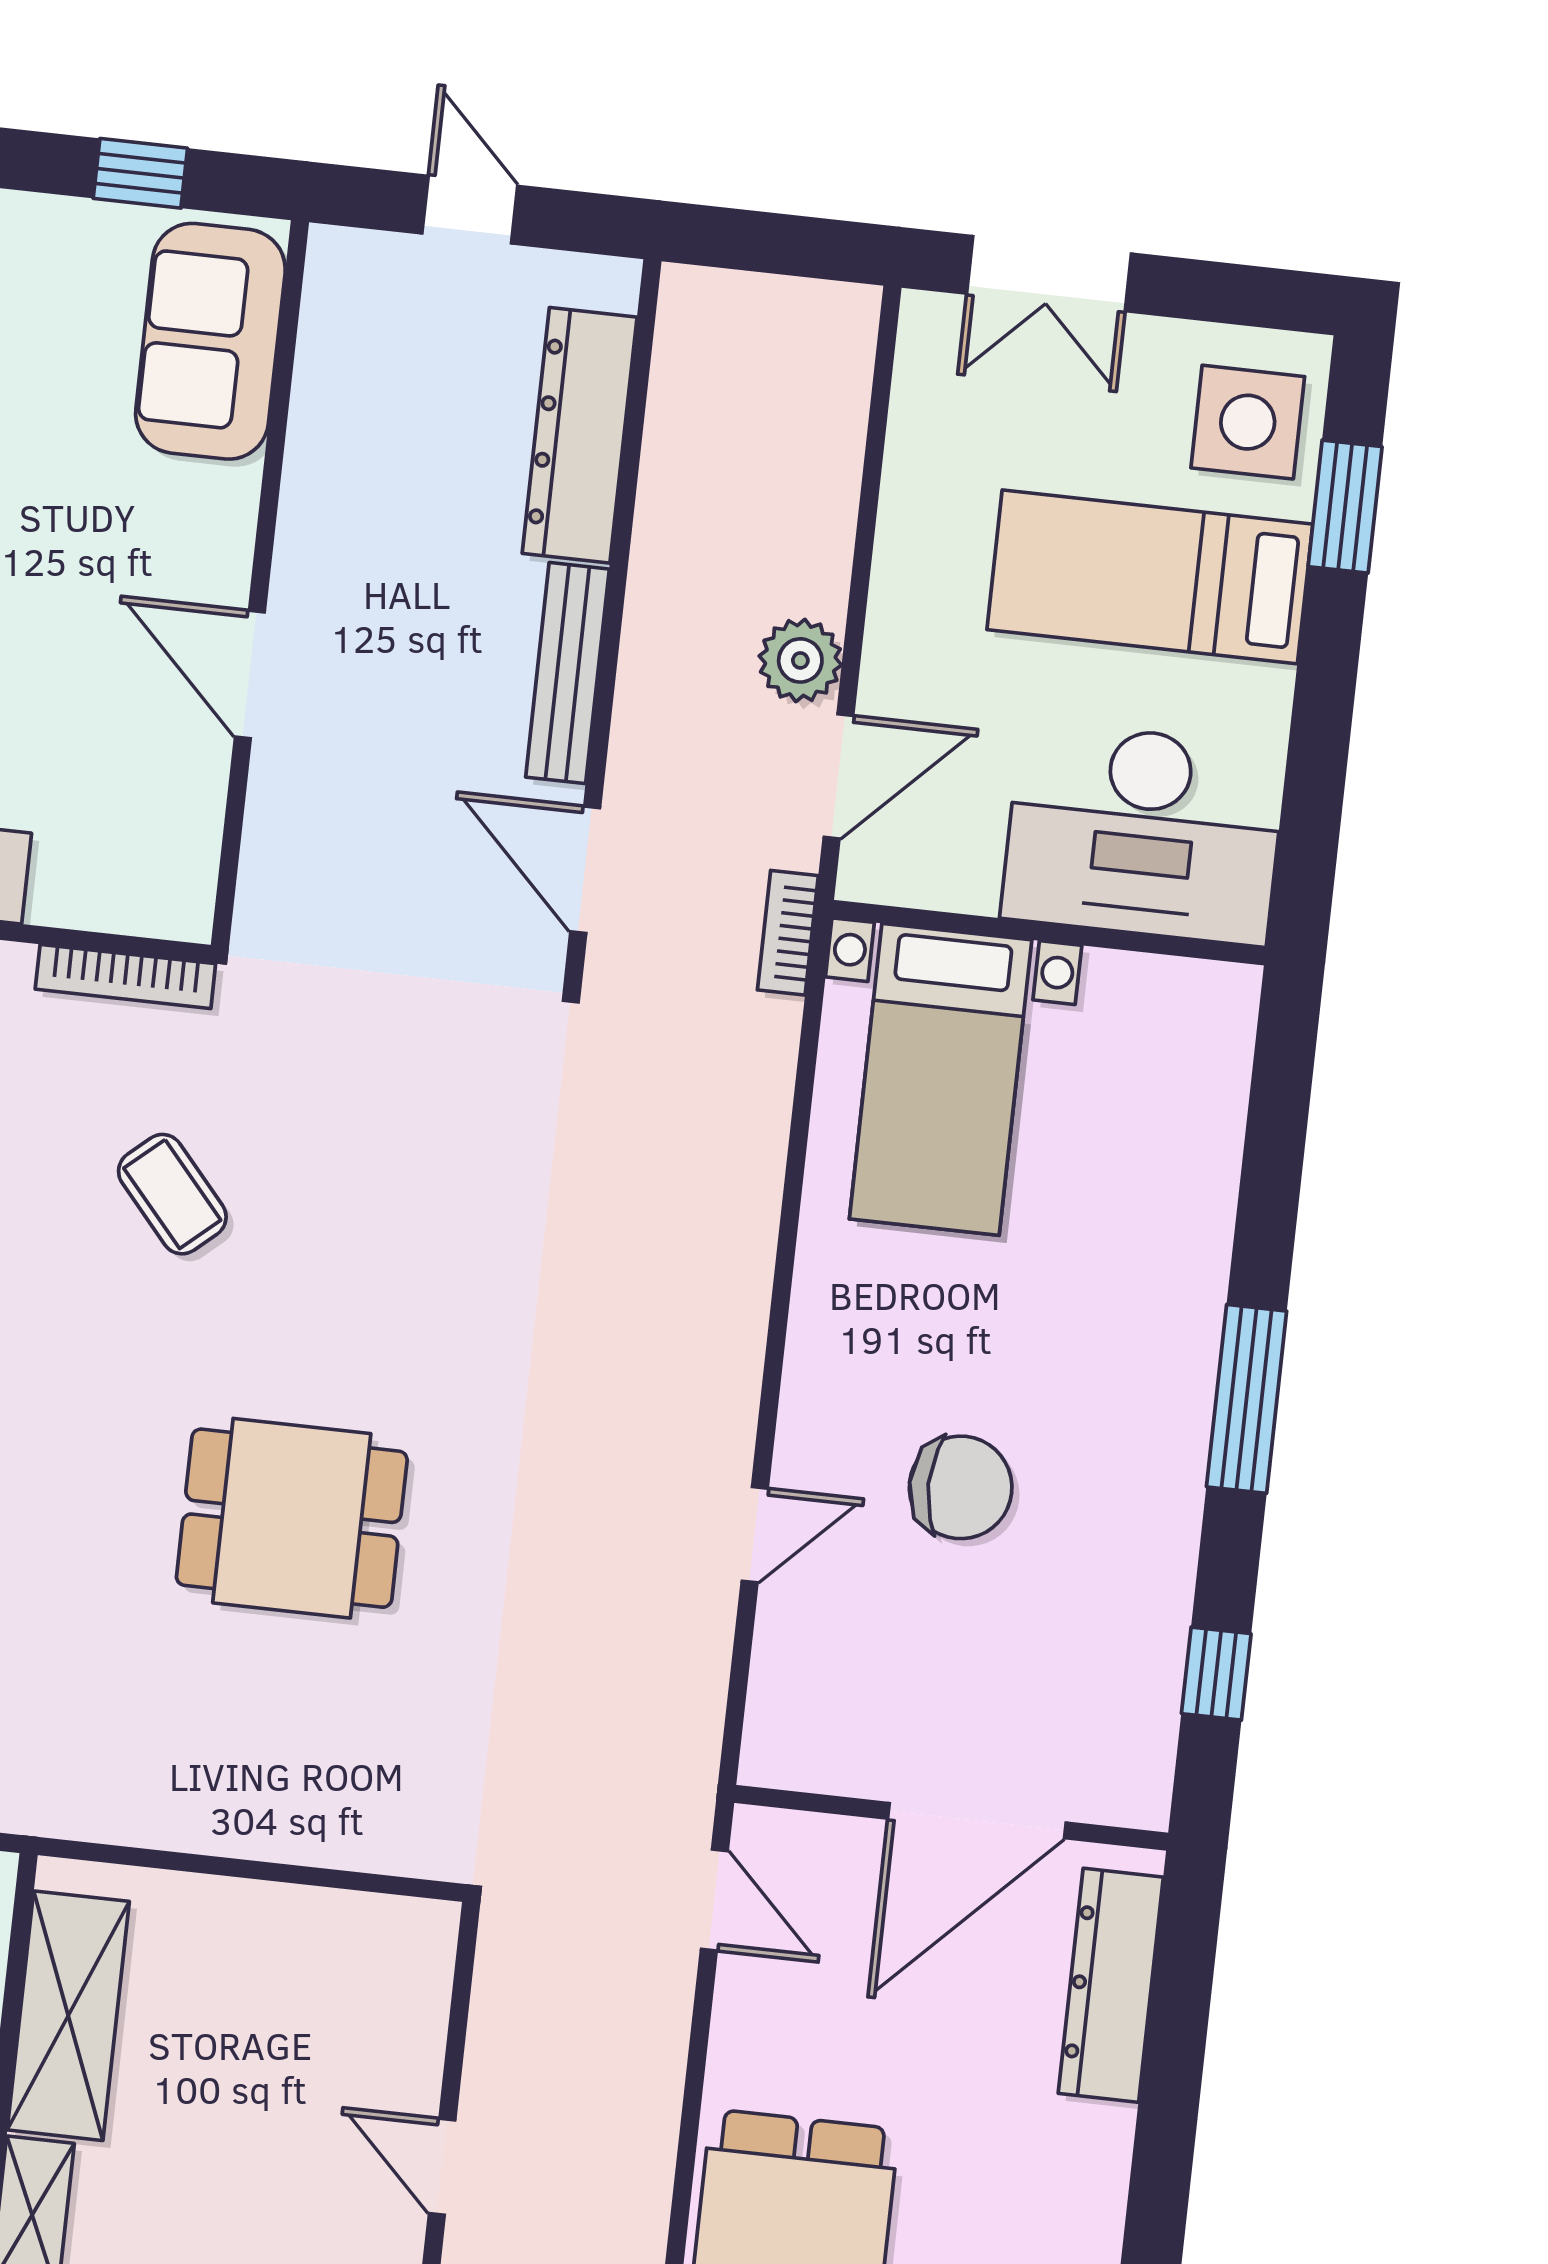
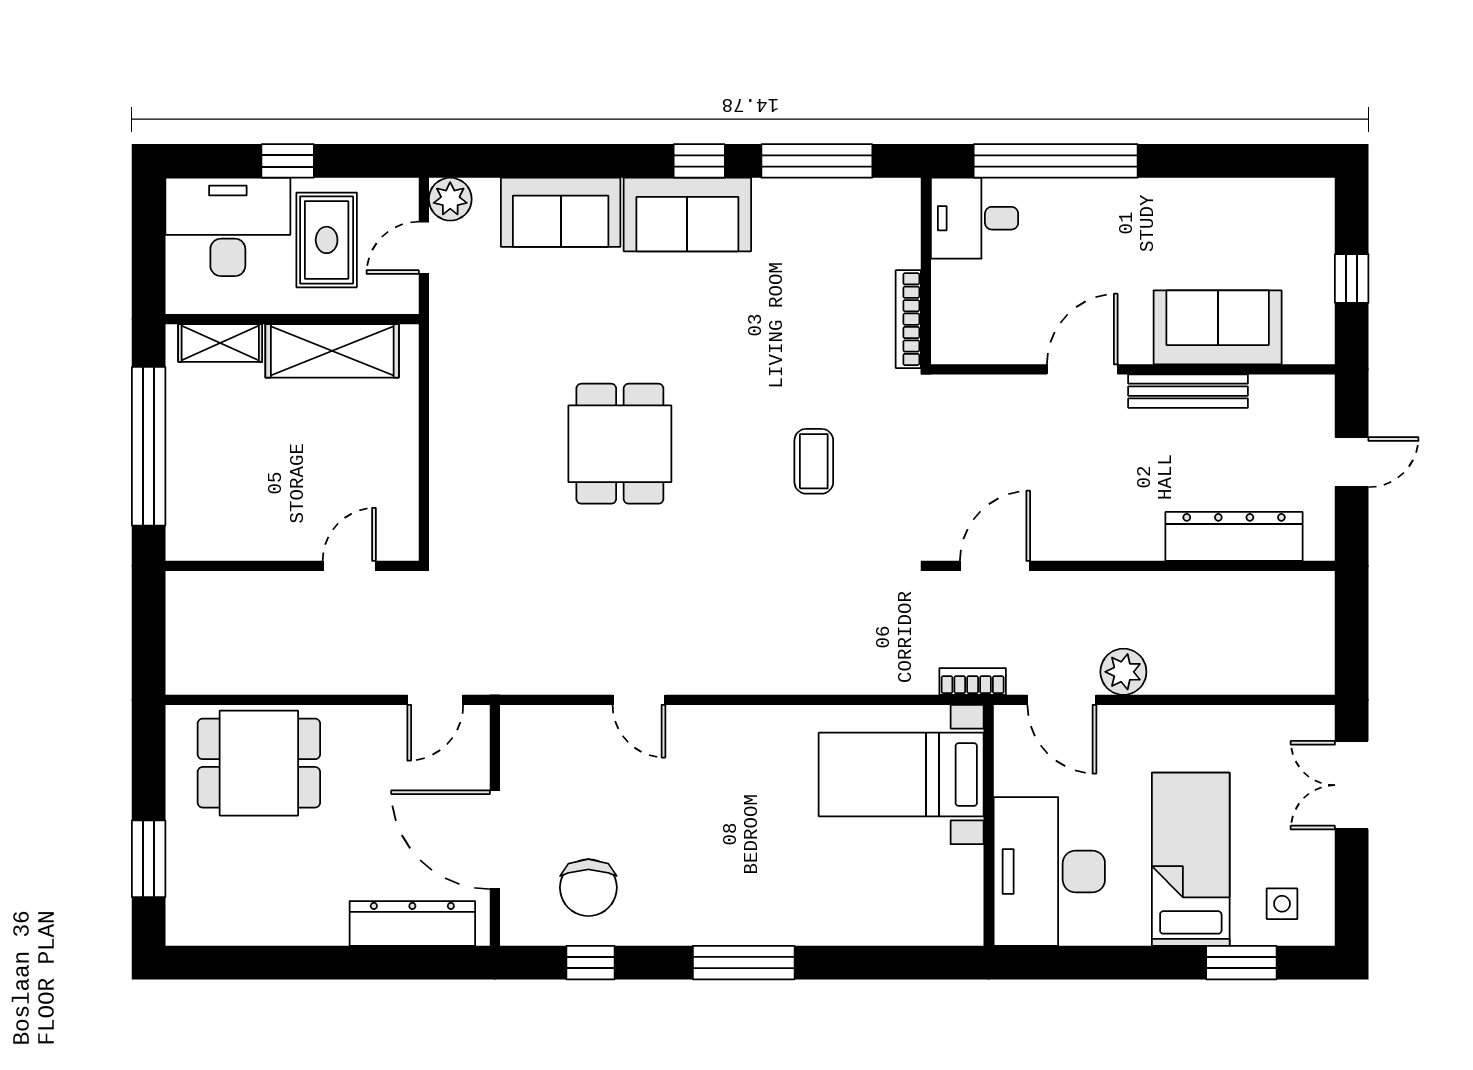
sofa: (210, 341) -> (1218, 327), moved
side table: (1248, 422) -> (1282, 904), width x0.54, depth x0.54
bench: (567, 673) -> (1188, 391), moved
coffee table: (172, 1194) -> (814, 461), moved, turned -49
chair: (961, 1487) -> (588, 888), moved
door: (442, 2167) -> (349, 566), moved

